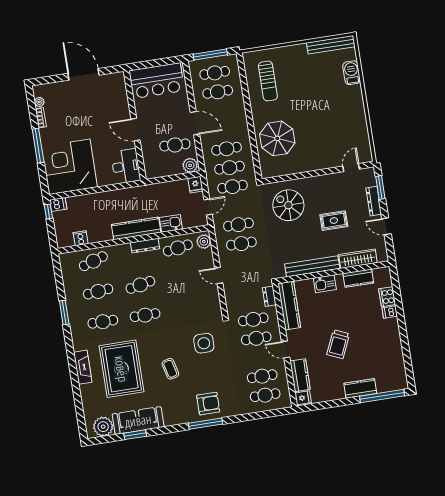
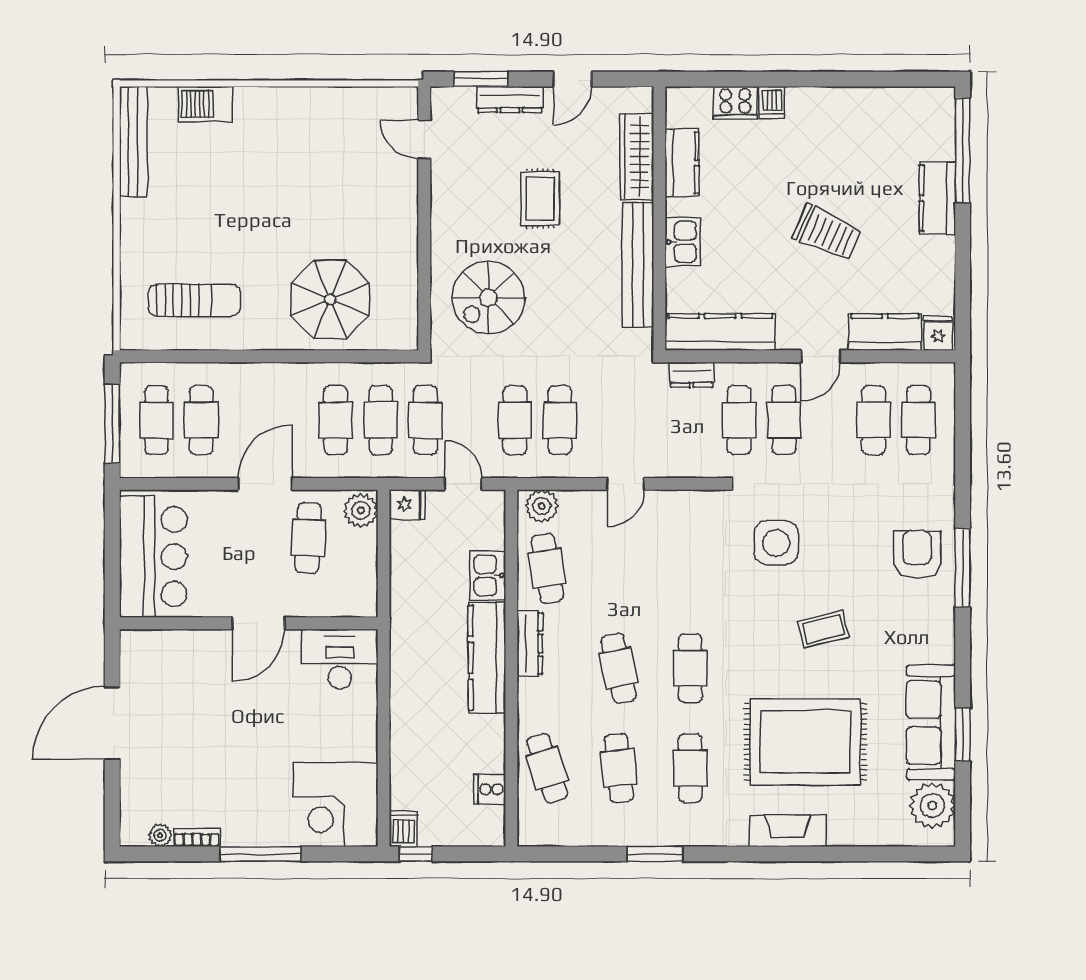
corner desk: (69, 167) -> (336, 805), width x0.74, depth x0.74

